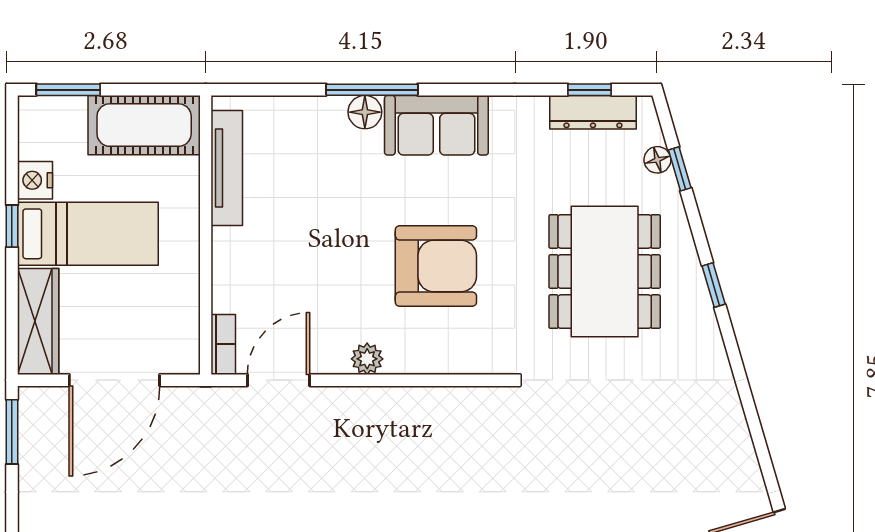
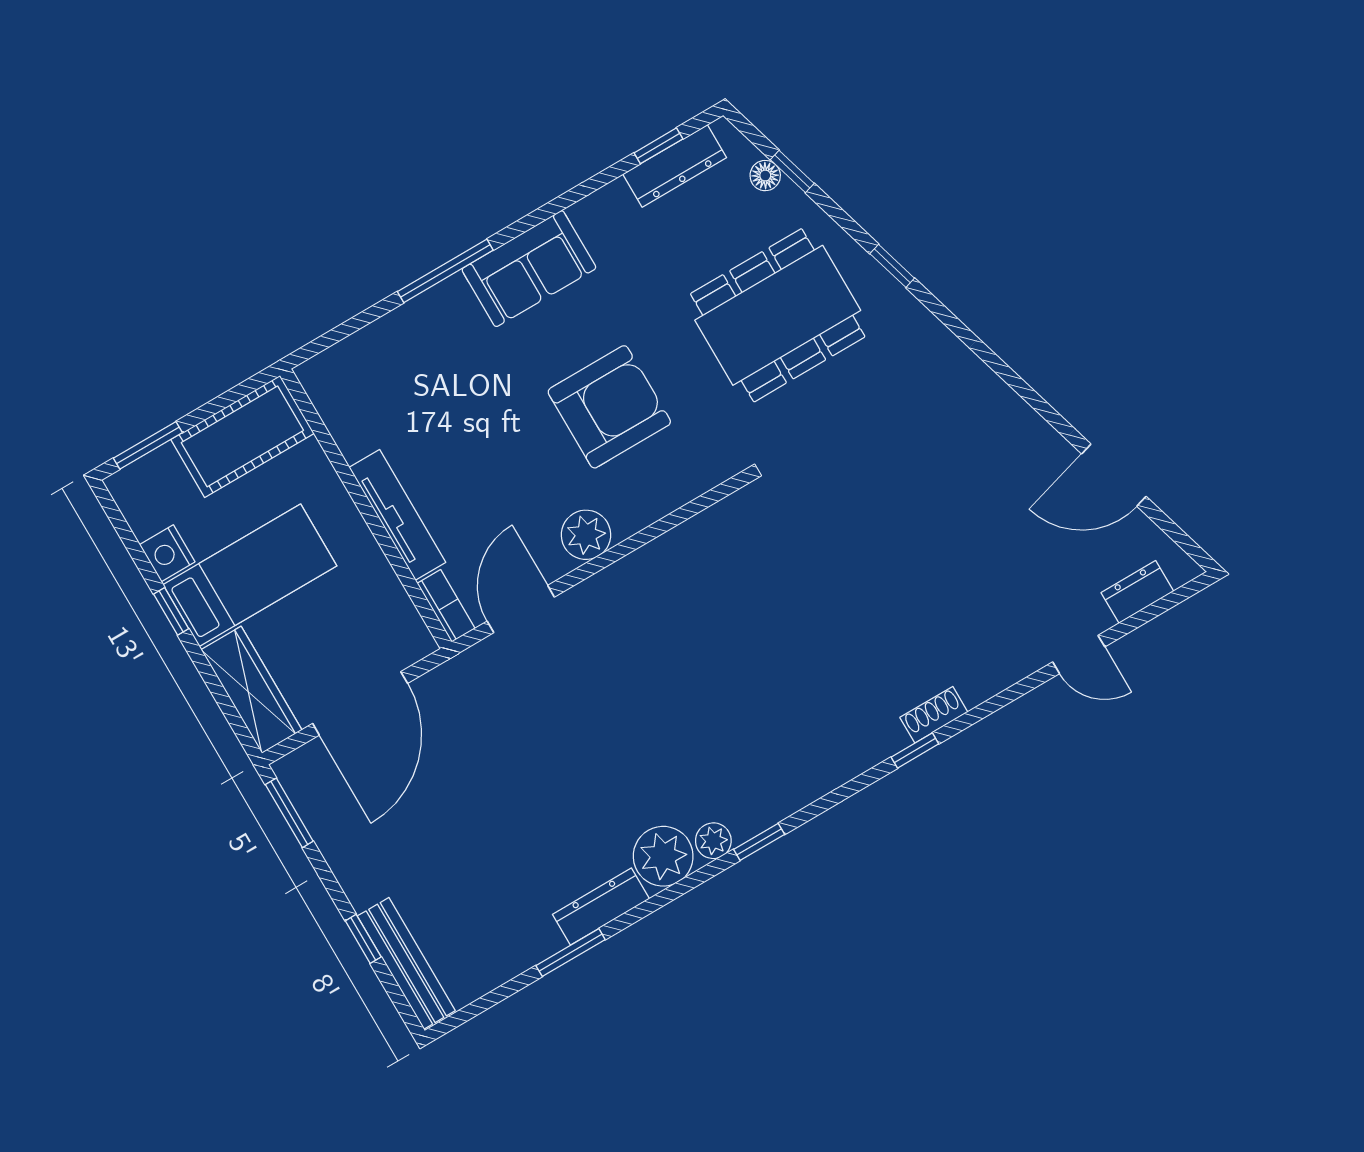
floor lamp: (365, 112) -> (451, 297), removed
tv unit: (227, 168) -> (397, 515), moved
dining table: (605, 272) -> (778, 315), turned 90
plant: (367, 359) -> (586, 535), width x1.38, depth x1.38

